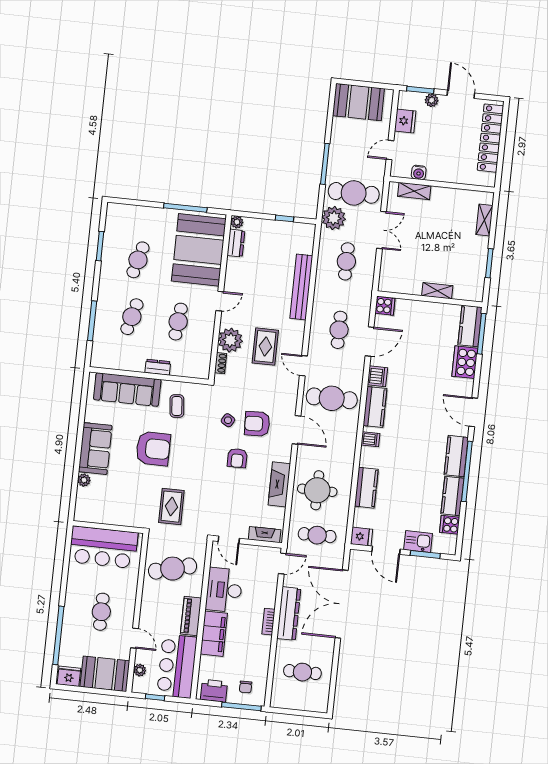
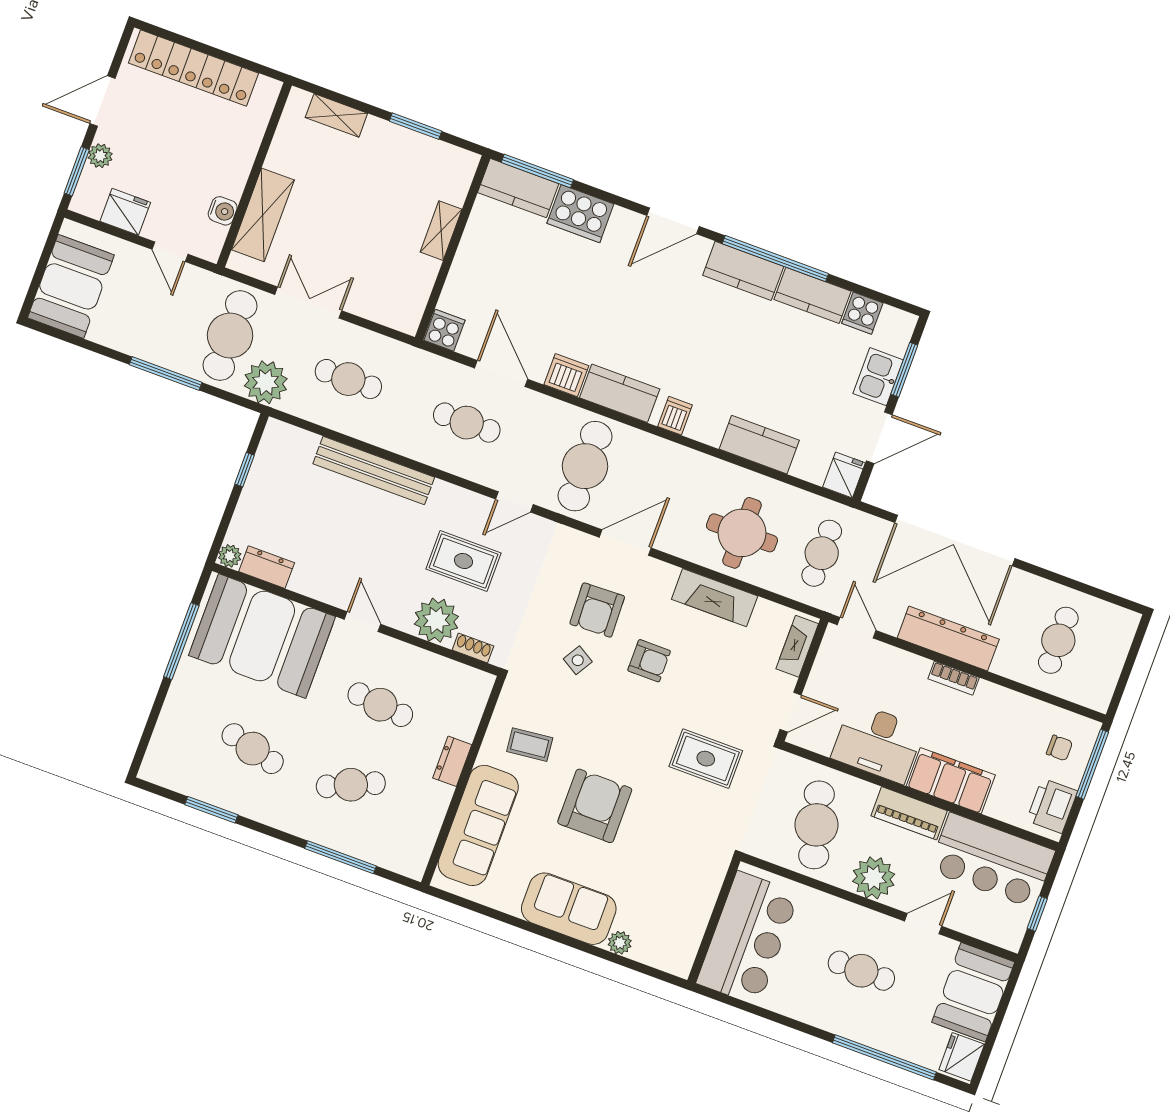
shelving: (414, 191) -> (263, 215), width x1.50, depth x1.33
cafe table: (132, 317) -> (351, 785), turned -39
rug: (171, 507) -> (706, 759), moved
plant: (140, 670) -> (874, 878), moved, width x1.87, depth x1.87

